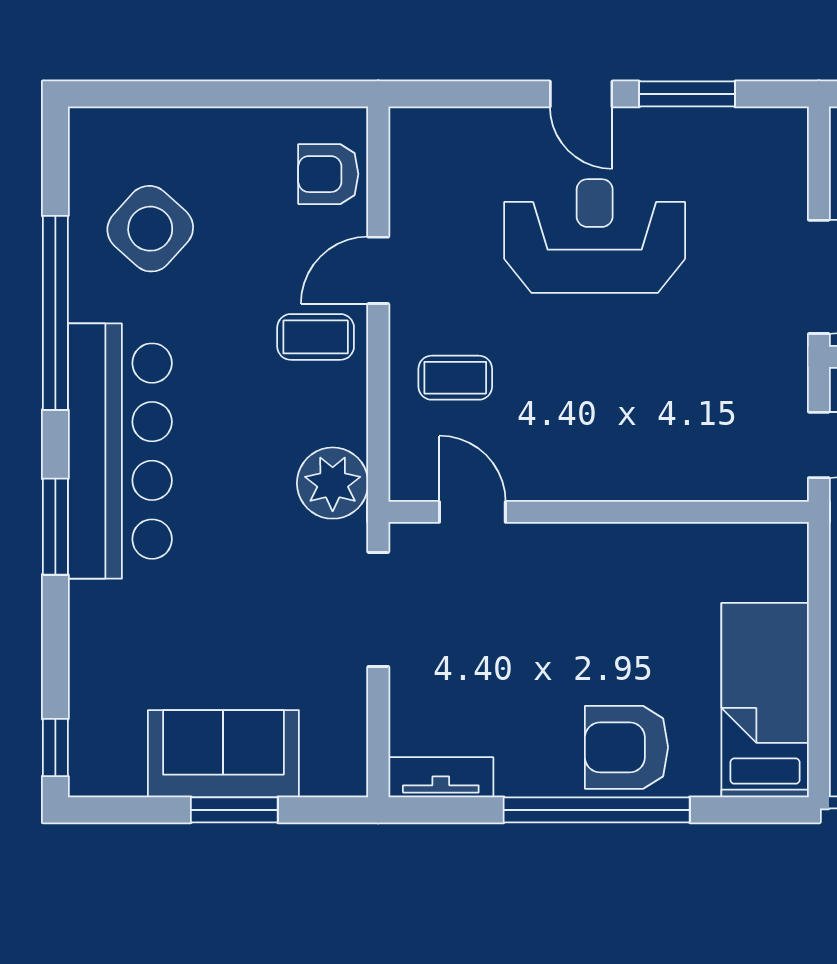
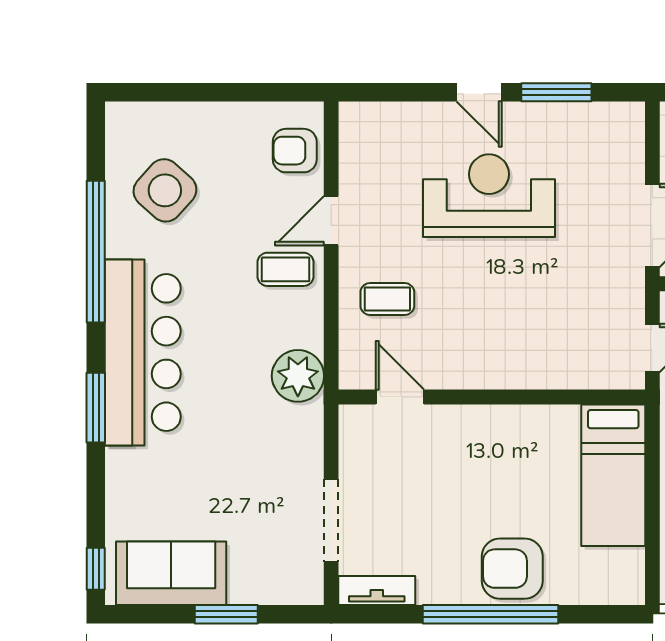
doorway: (378, 609) -> (331, 521), moved
bed: (765, 700) -> (613, 475), moved, turned 180
sofa: (223, 754) -> (171, 573), moved

